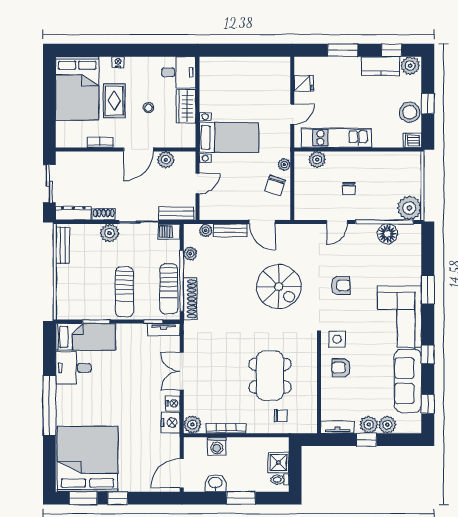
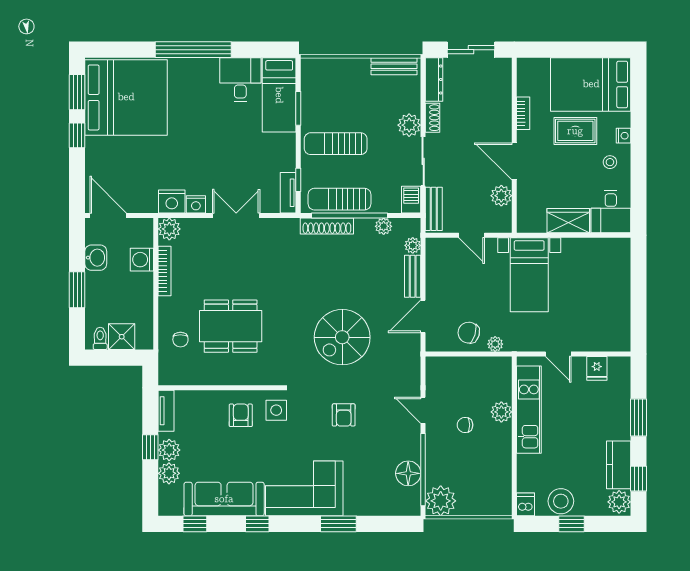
stool: (149, 108) -> (610, 162), moved
plant: (317, 160) -> (501, 412), moved

